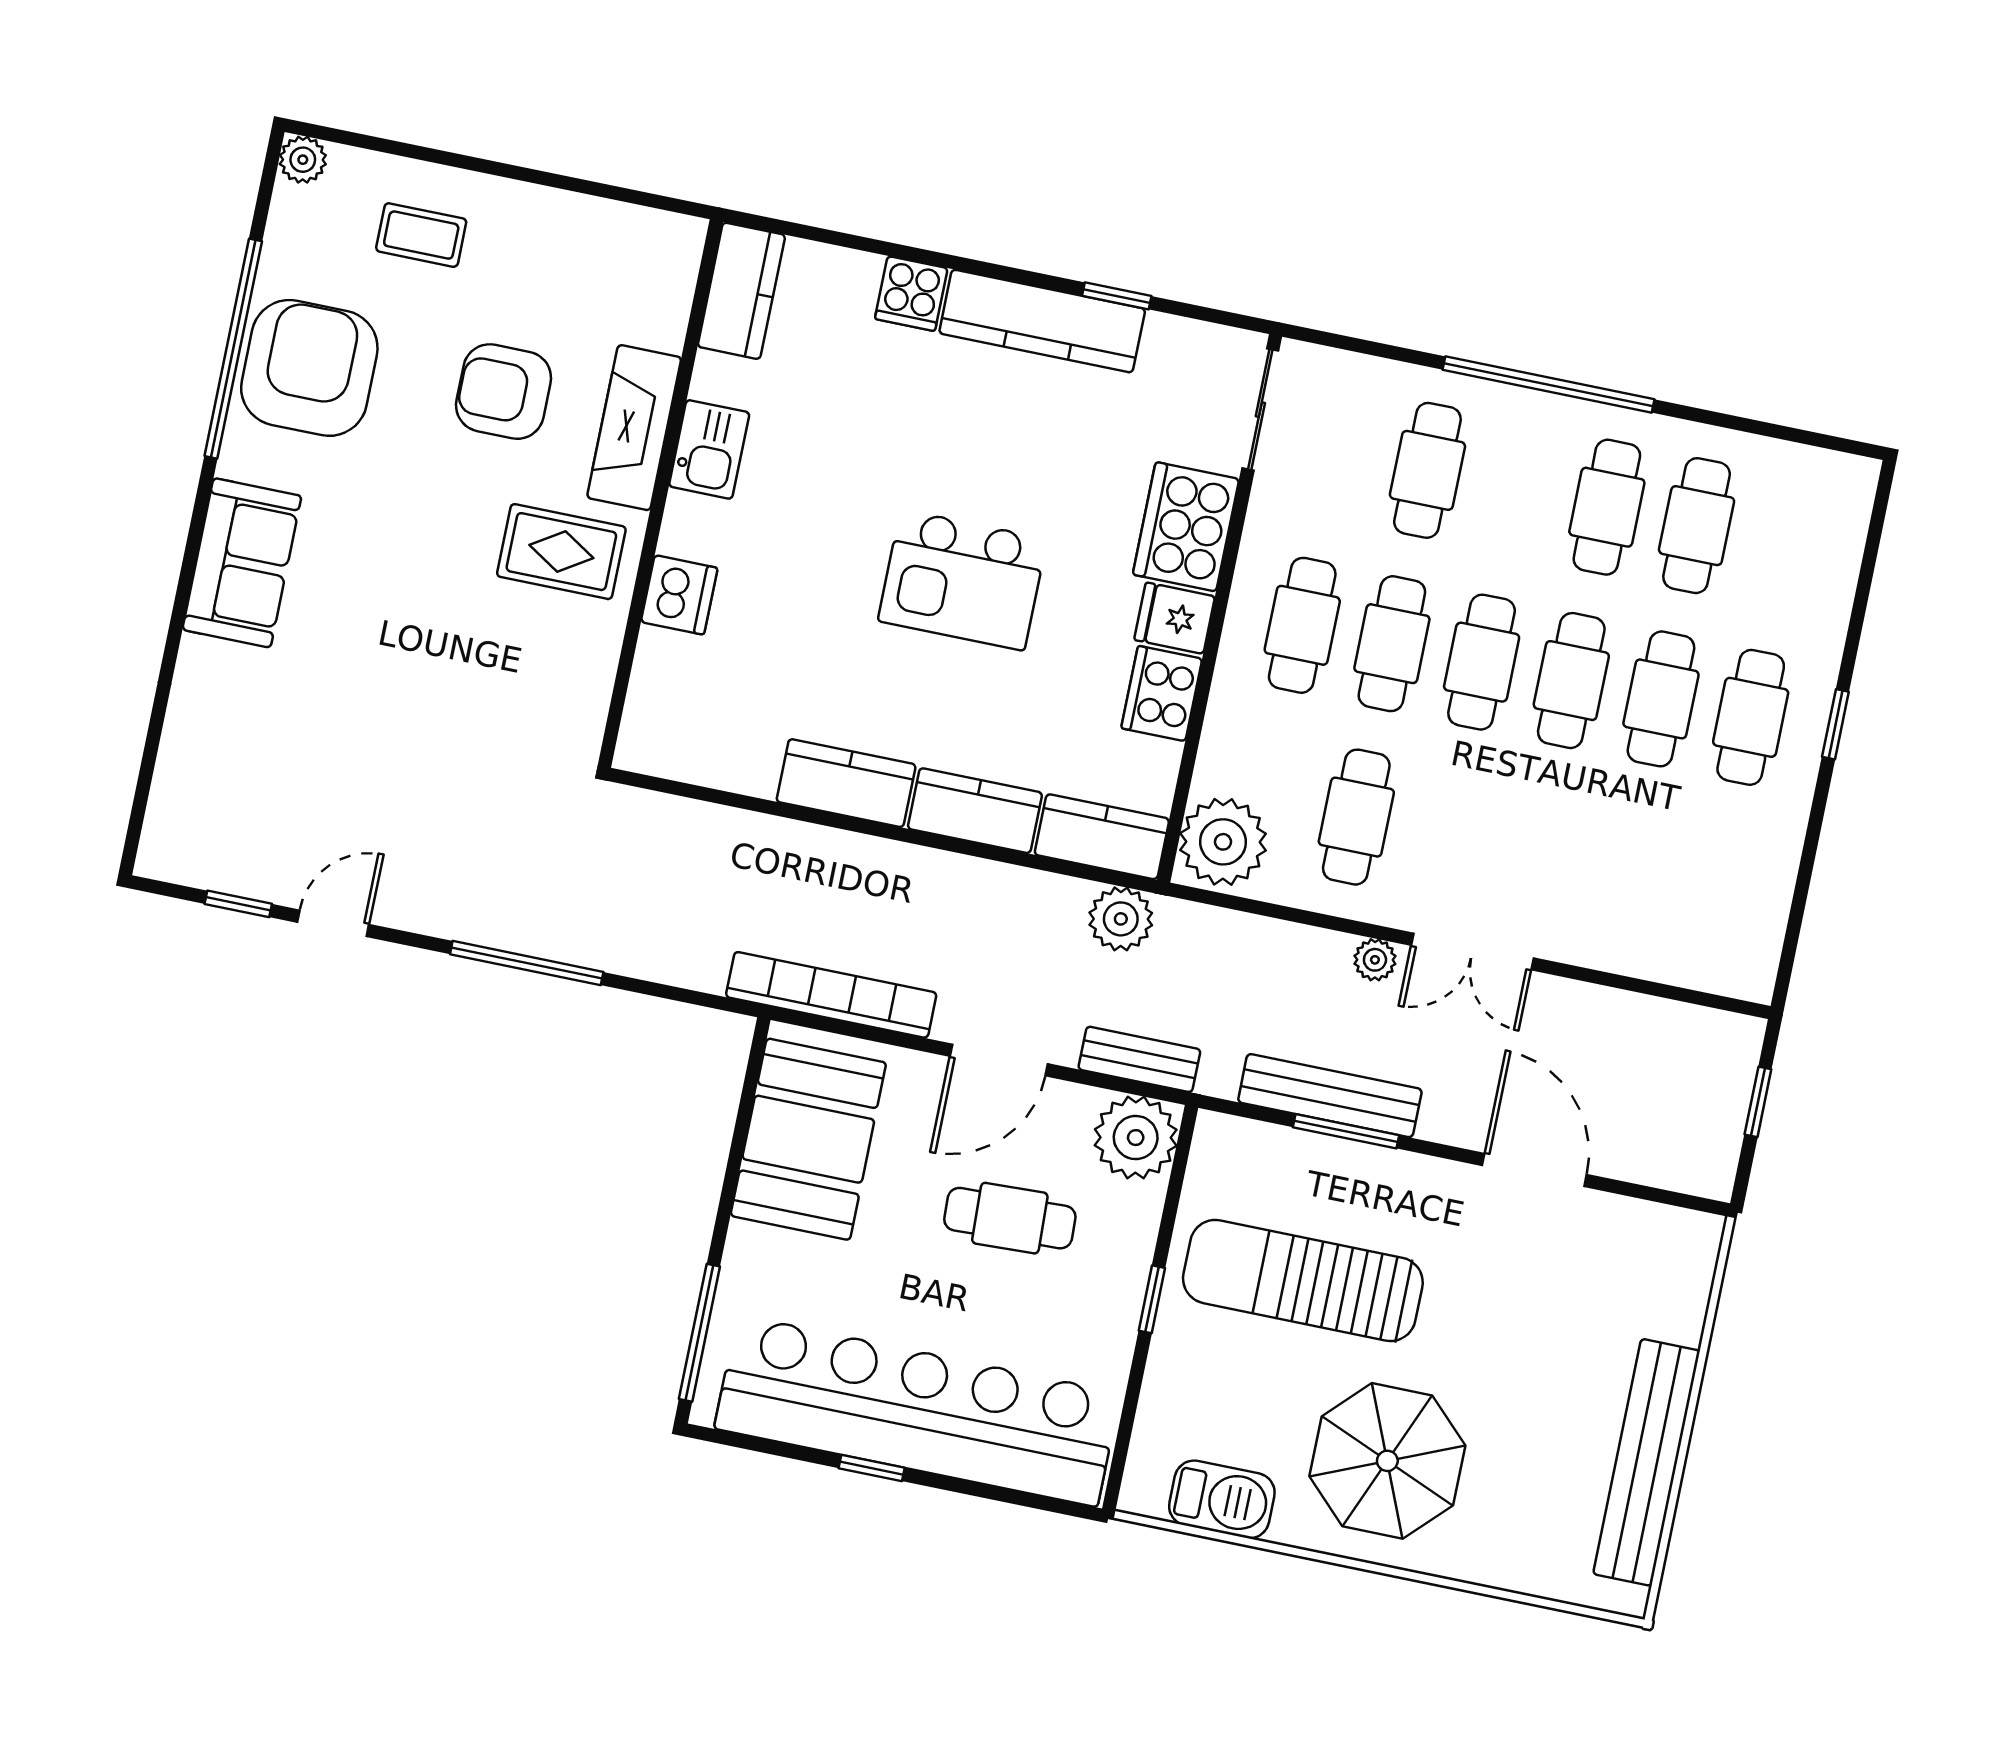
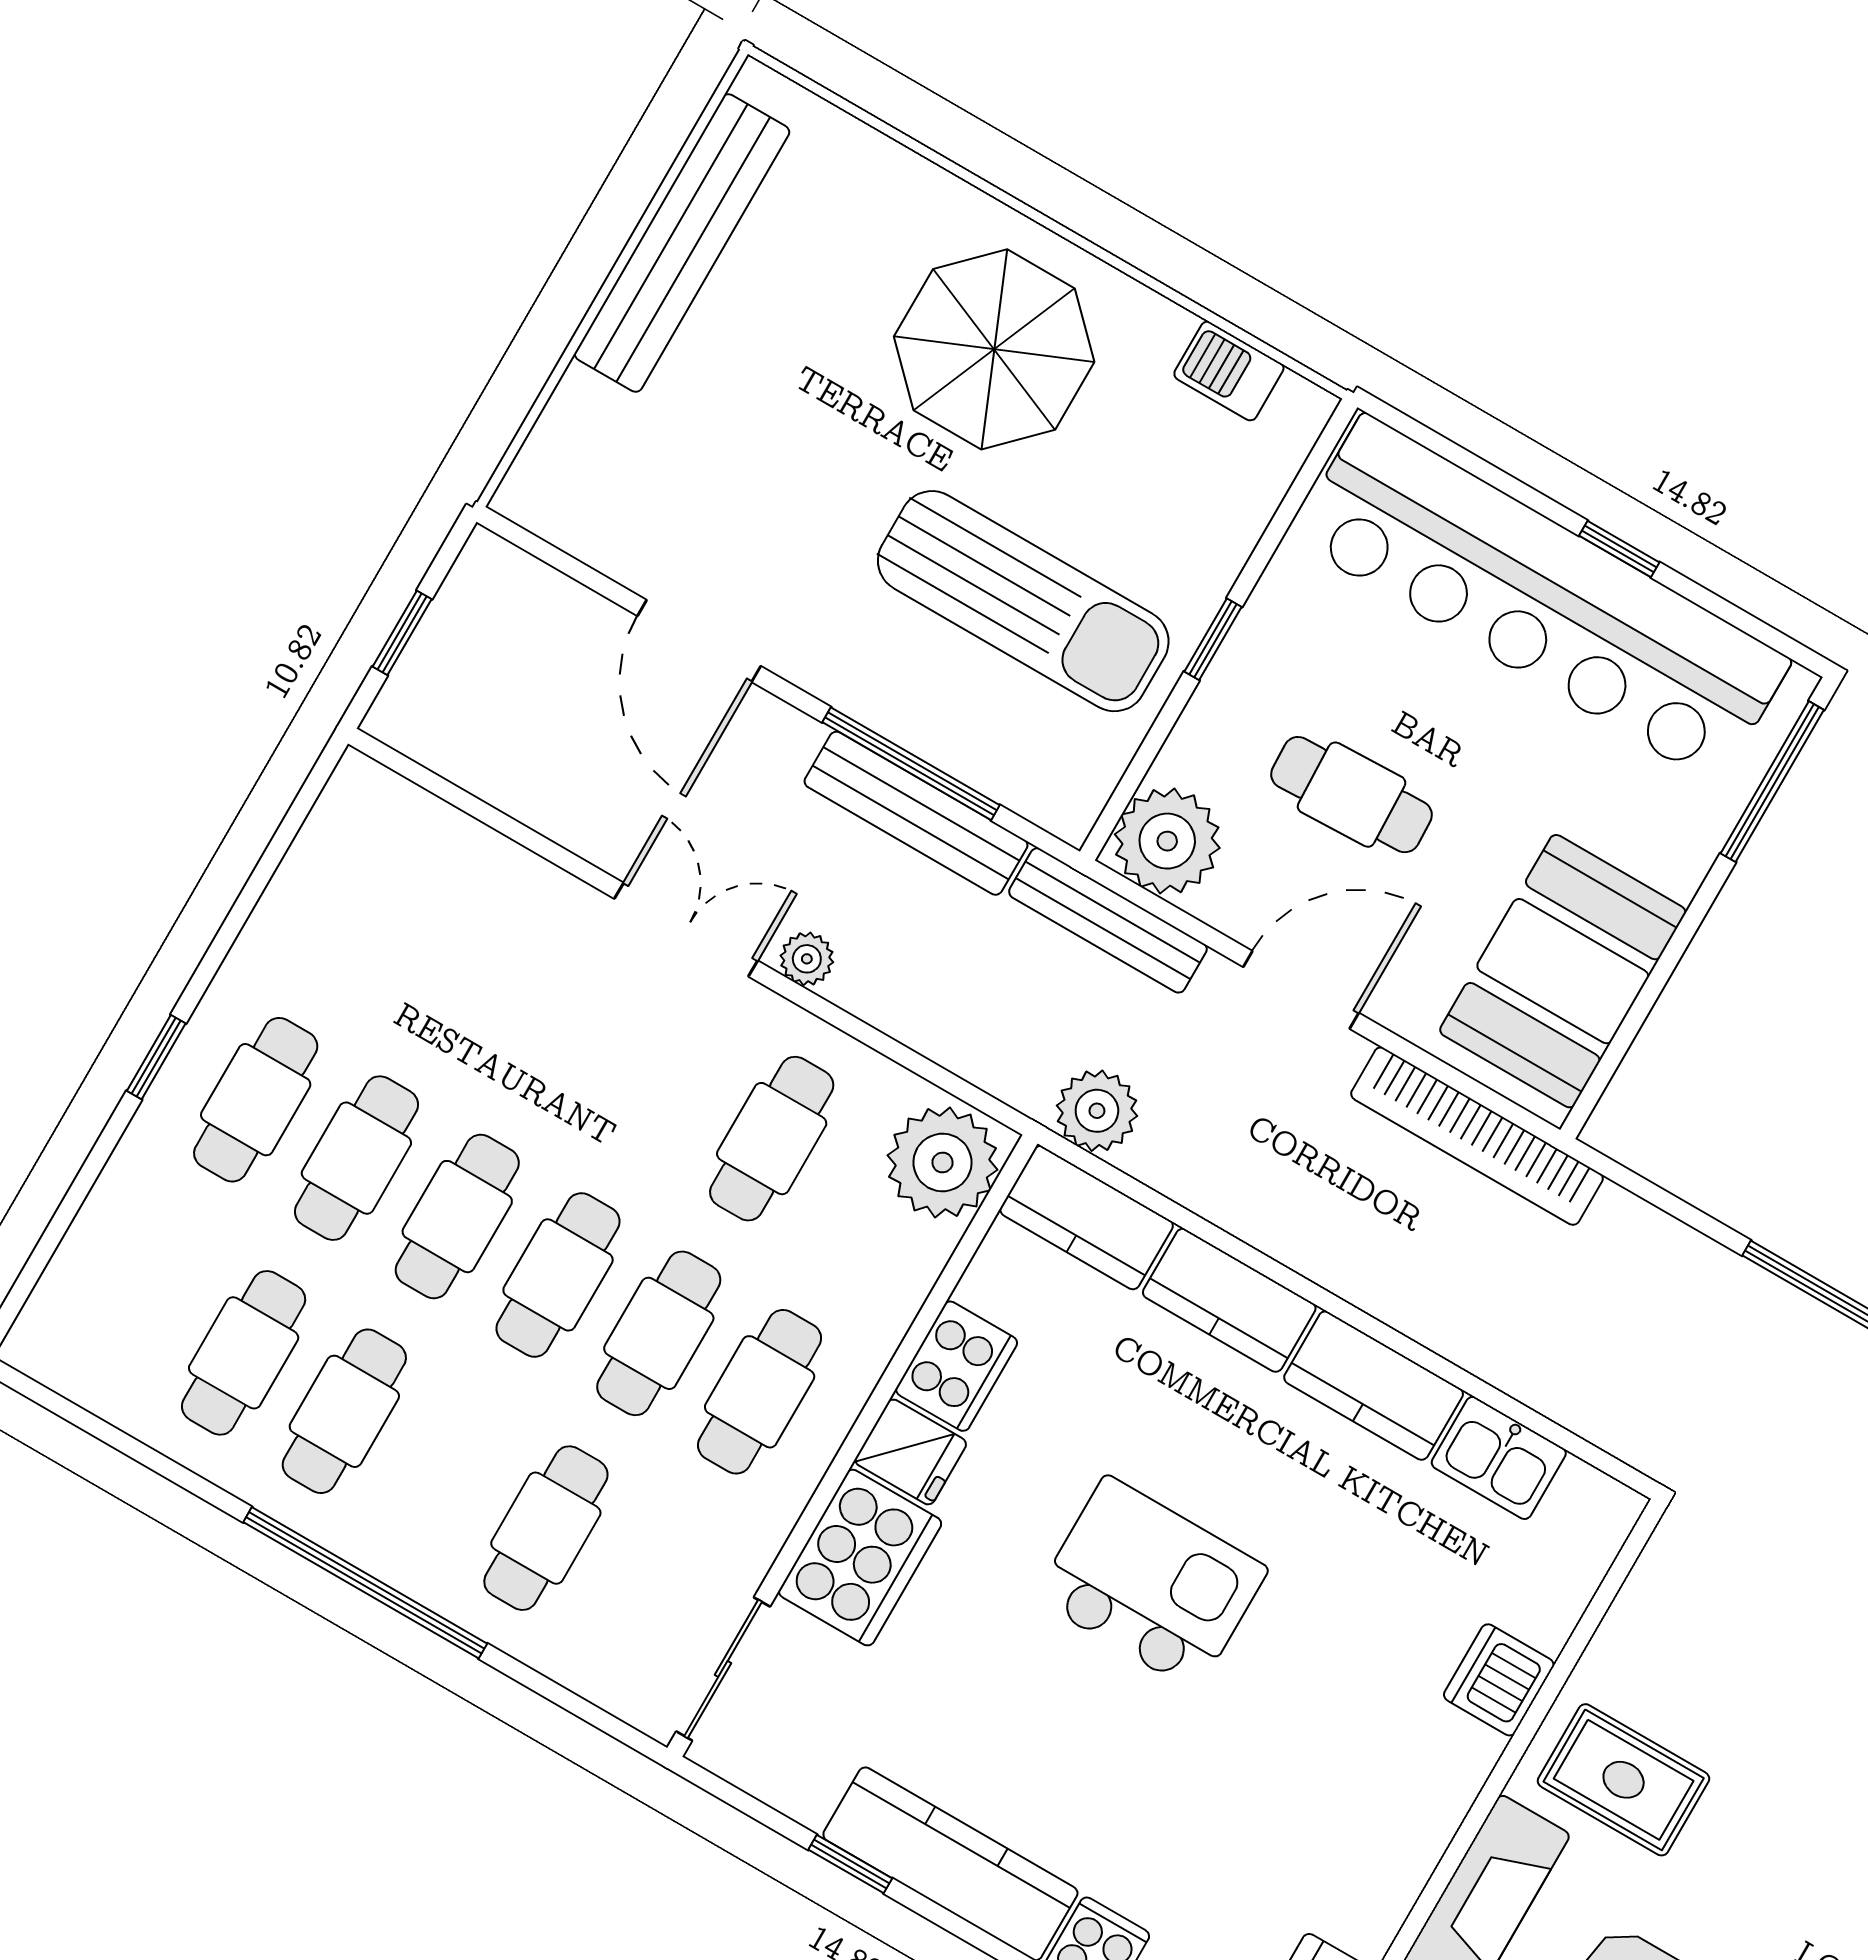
kitchen sink: (709, 449) -> (1499, 1458), moved, turned -90
bench: (1139, 1059) -> (1108, 920), width x1.36
window: (1346, 1131) -> (911, 764), width x1.44
barbecue: (1222, 1499) -> (1229, 371), width x0.73, depth x0.79

